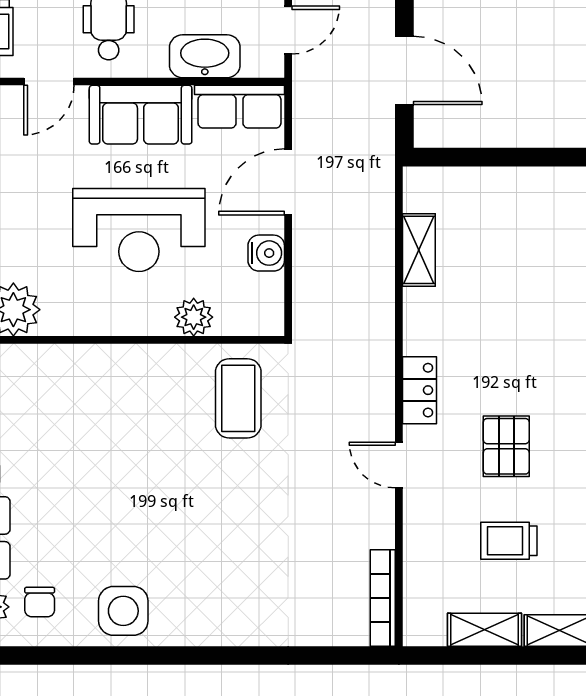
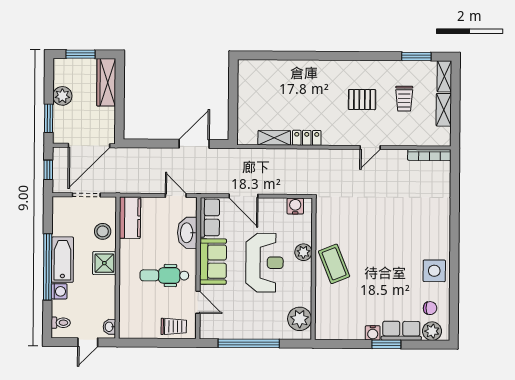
water cooler: (266, 253) -> (295, 206), moved
plant: (194, 317) -> (303, 252), moved
locker: (419, 390) -> (307, 138), moved
coffee table: (238, 398) -> (334, 264), moved, turned 68

